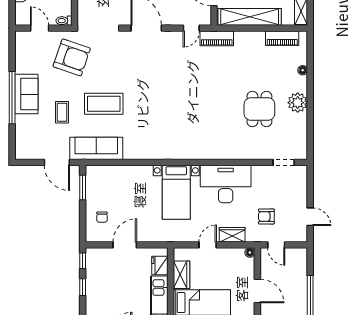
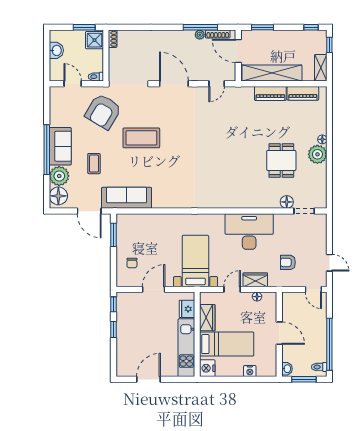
piano: (217, 38) -> (270, 93), moved
armchair: (72, 57) -> (103, 112), turned 102
floor lamp: (303, 70) -> (322, 139), moved
coffee table: (104, 104) -> (141, 138), moved
plant: (25, 125) -> (59, 176), added
floor lamp: (24, 146) -> (58, 196), added
floor lamp: (265, 153) -> (287, 202), added
bed with nightstands: (176, 192) -> (195, 261), moved, turned 180
door: (276, 245) -> (313, 289), moved
floor lamp: (250, 252) -> (257, 297), moved

